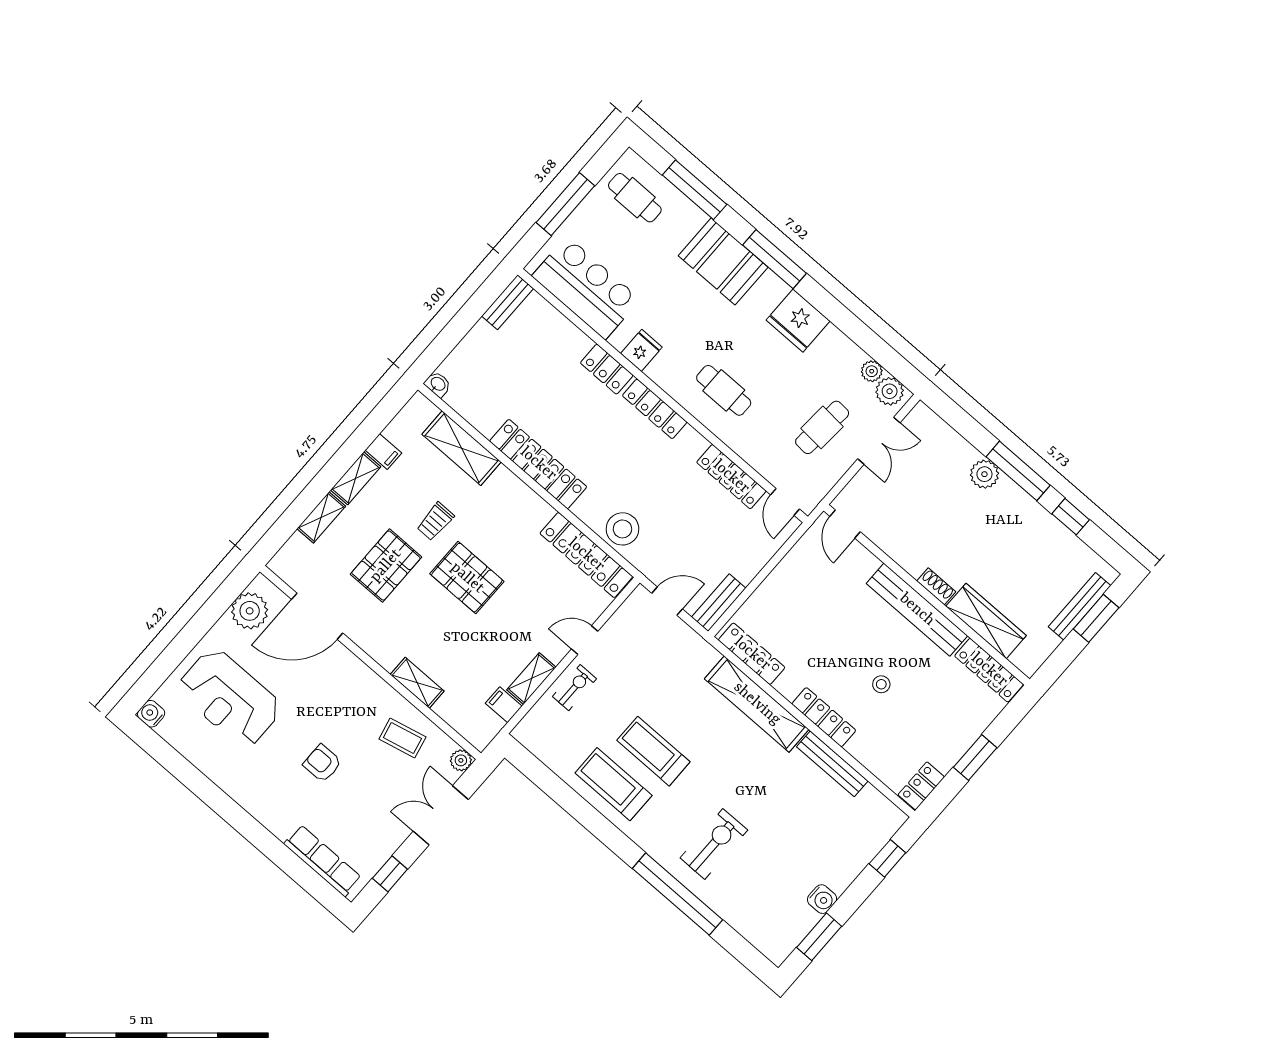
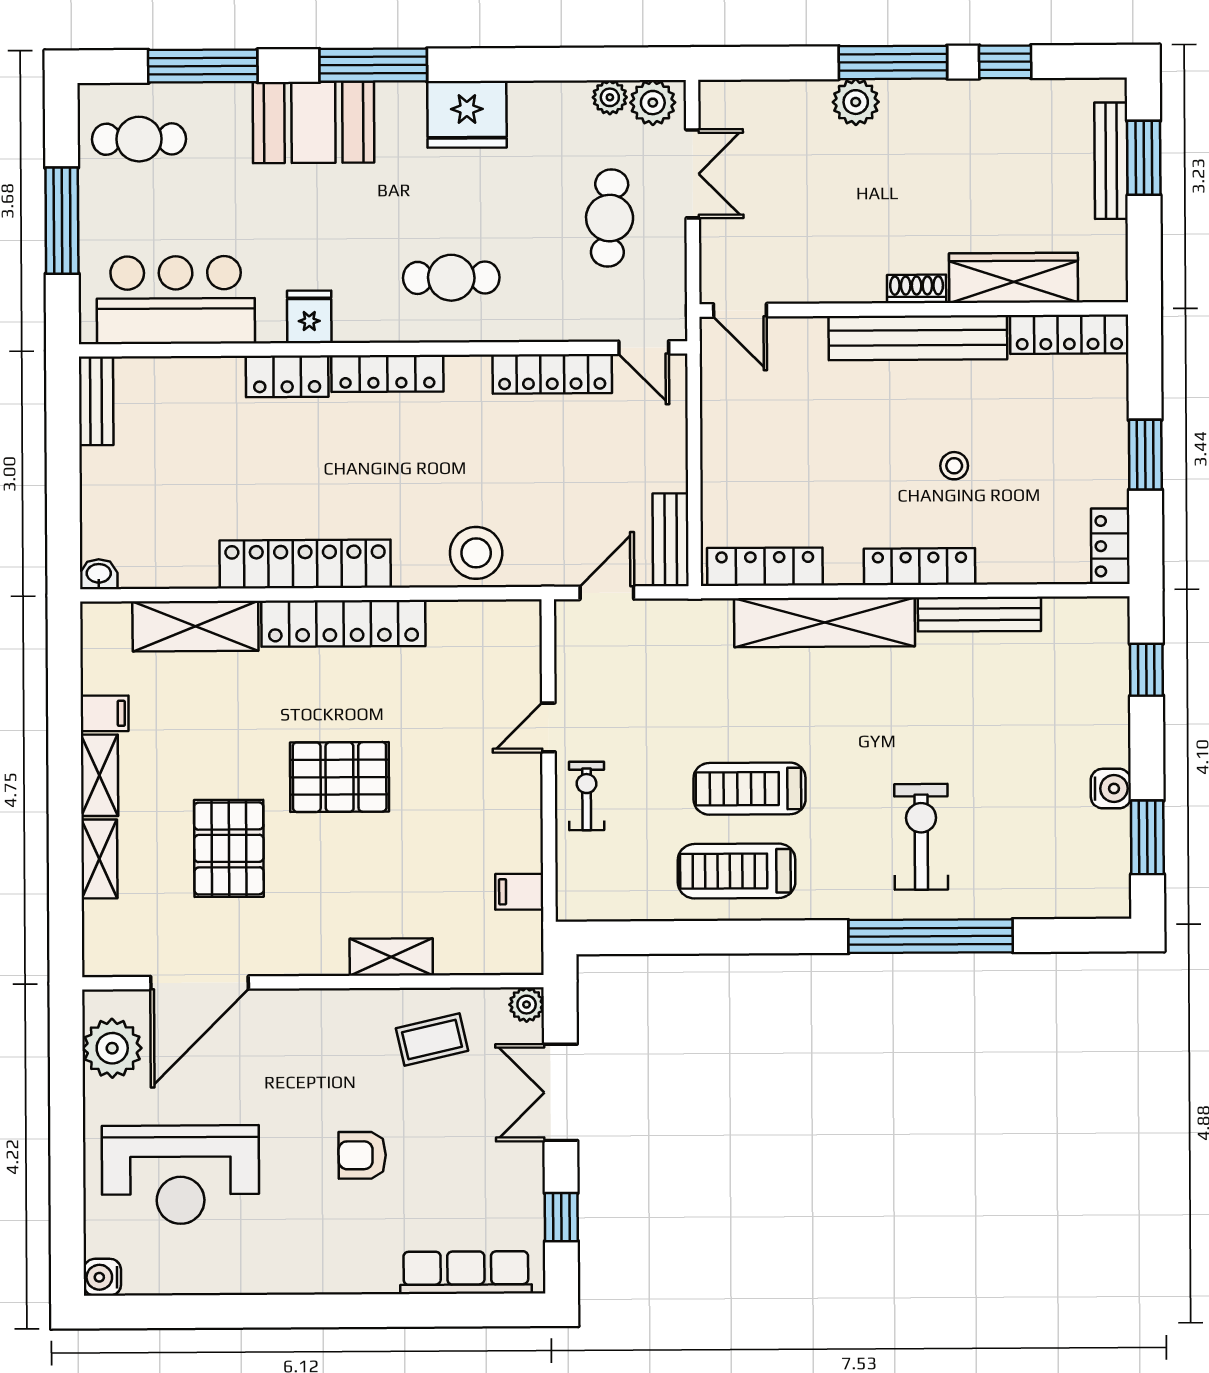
trolley: (435, 521) -> (242, 743), removed
locker: (586, 555) -> (343, 623), moved
shelving: (531, 679) -> (525, 831), removed

